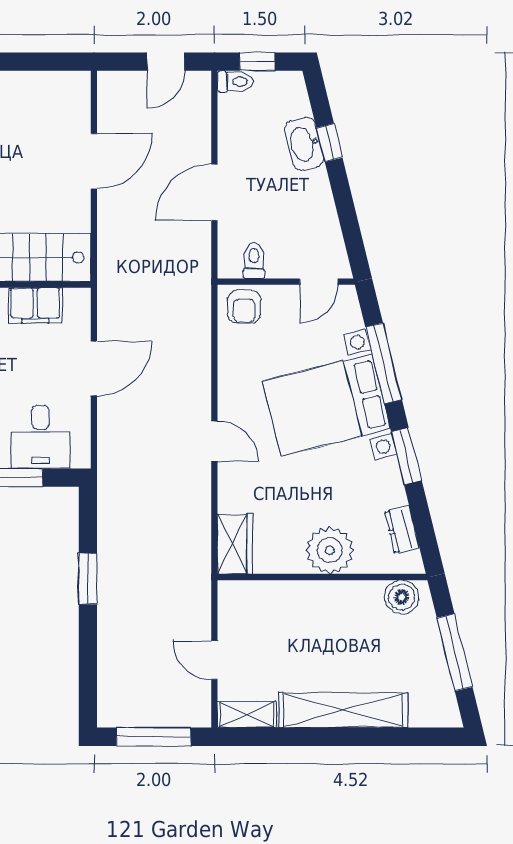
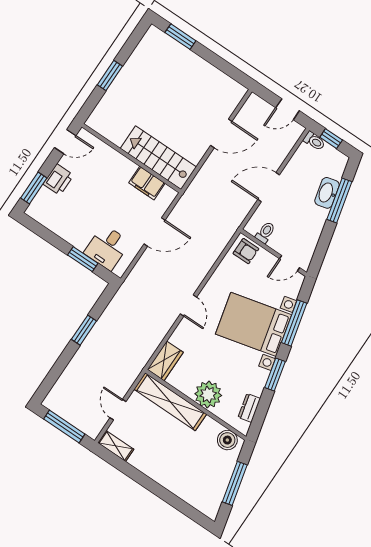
window: (329, 143) -> (339, 200), width x2.17
armchair: (244, 307) -> (246, 251), turned -91
shelving: (343, 710) -> (170, 402), moved

